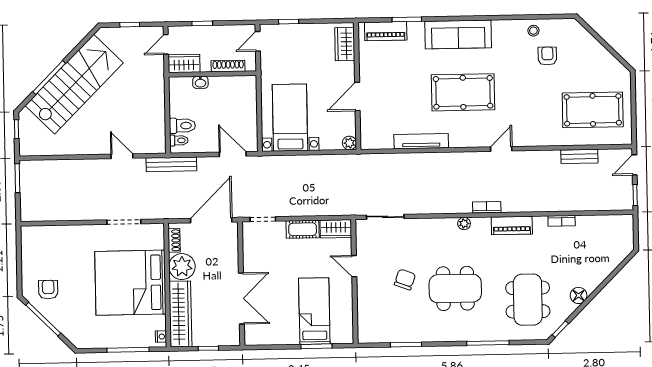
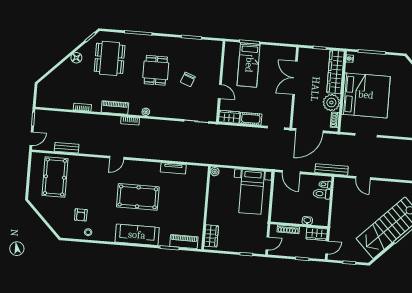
door: (357, 97) -> (207, 201), removed
pool table: (593, 110) -> (55, 177), turned 90
tv unit: (421, 141) -> (173, 168), width x0.71
dining table: (455, 288) -> (156, 70), width x0.73

